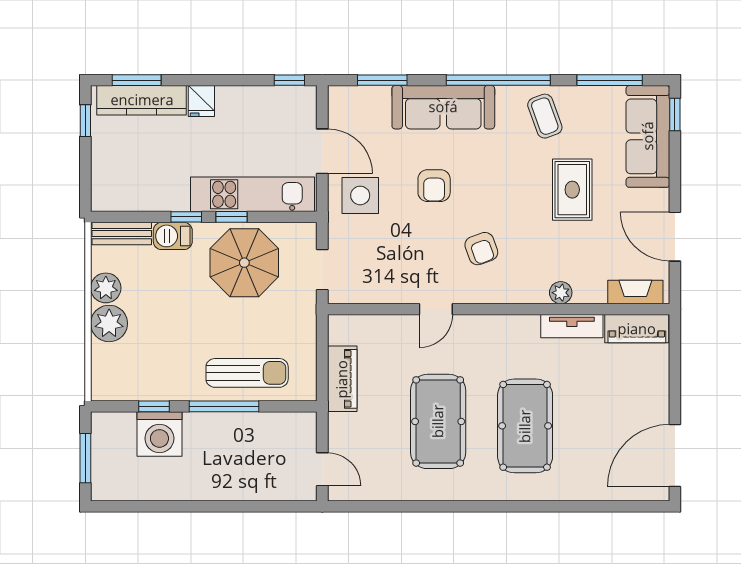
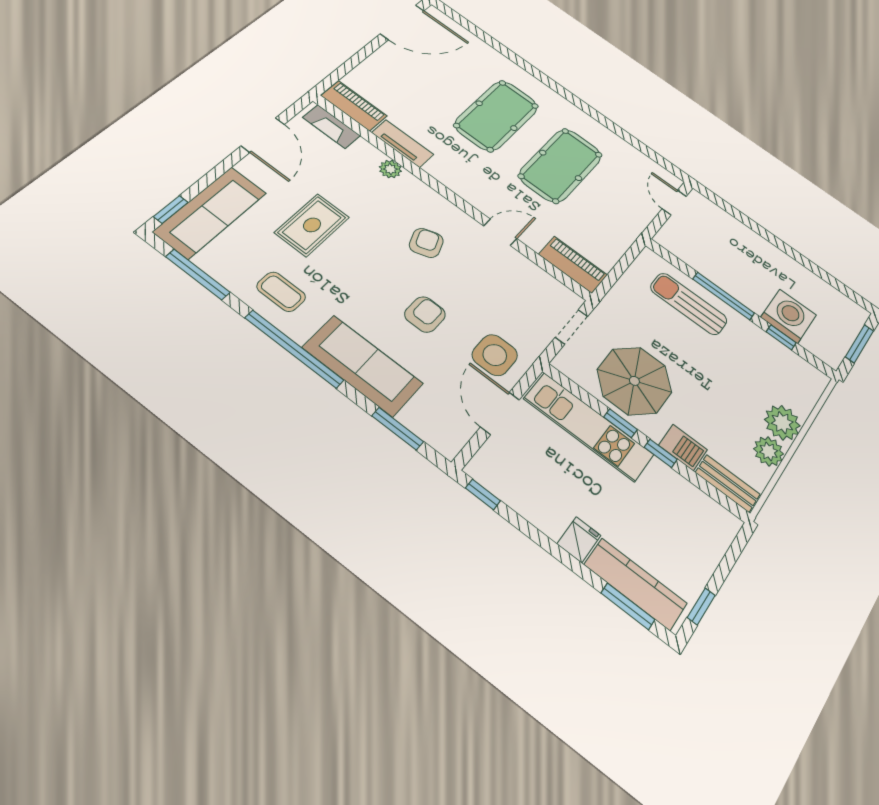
coffee table: (545, 116) -> (281, 292), turned -70
piano: (342, 379) -> (573, 265), moved, turned 90

